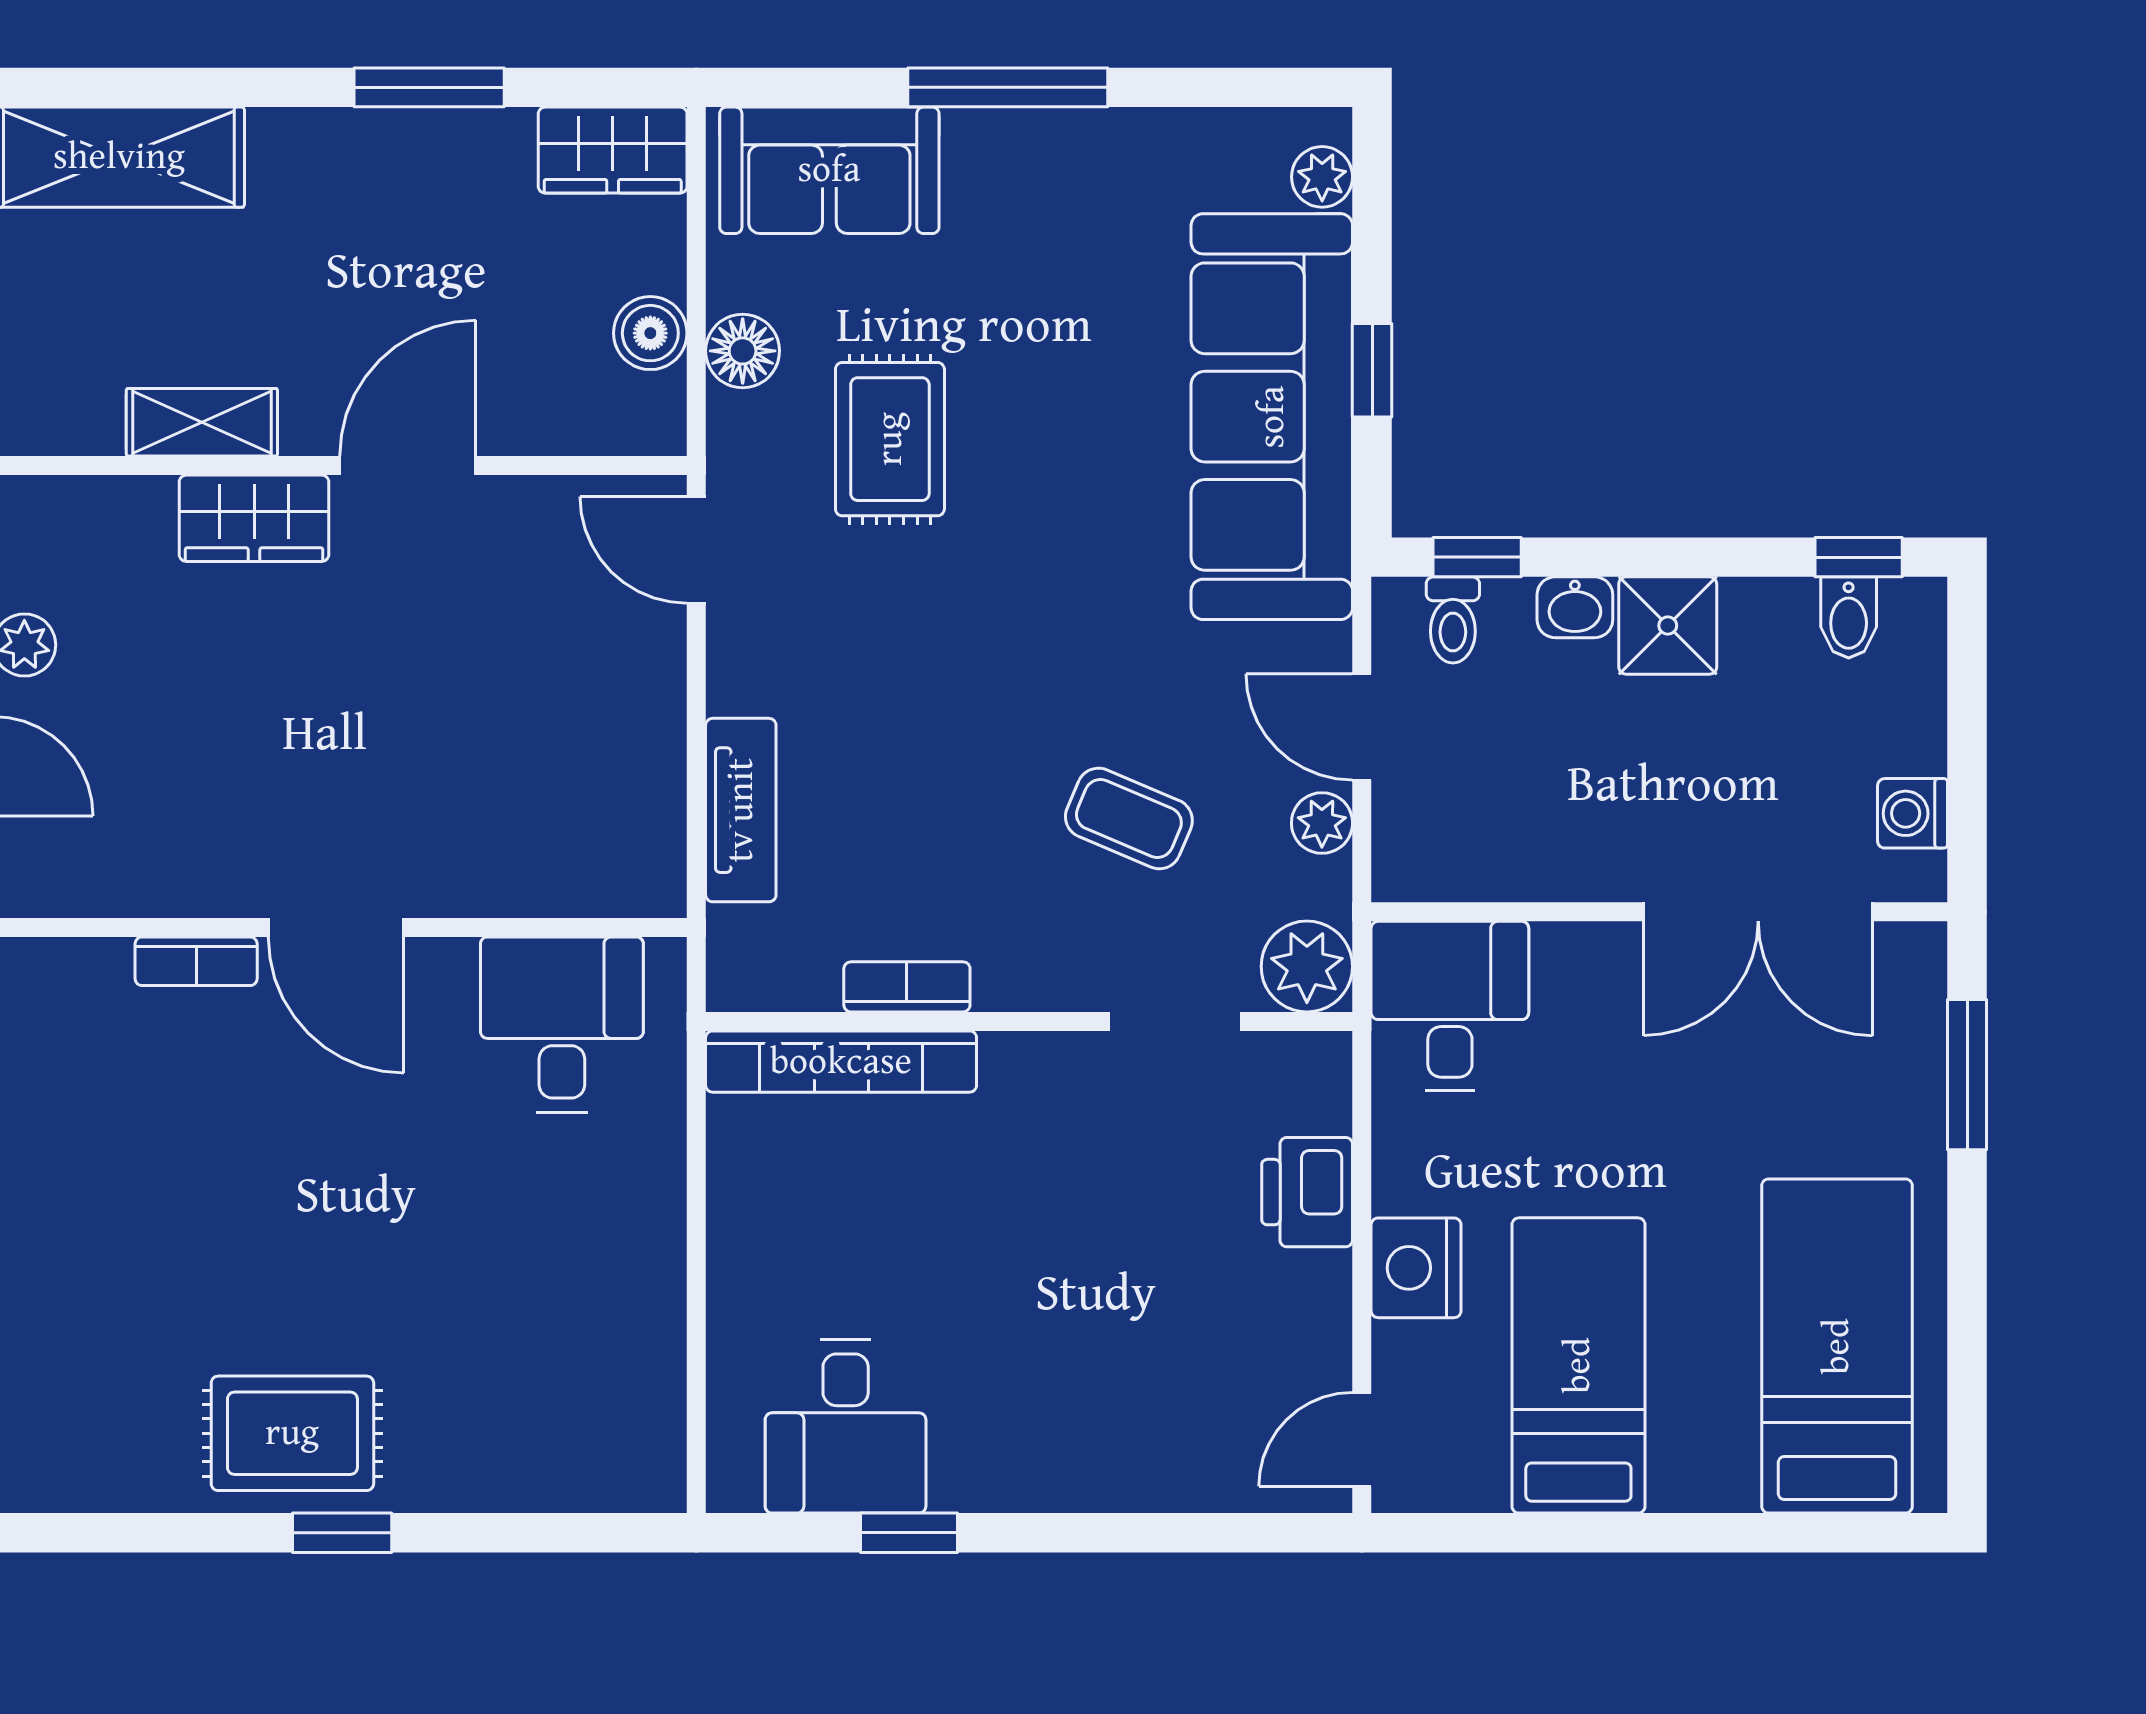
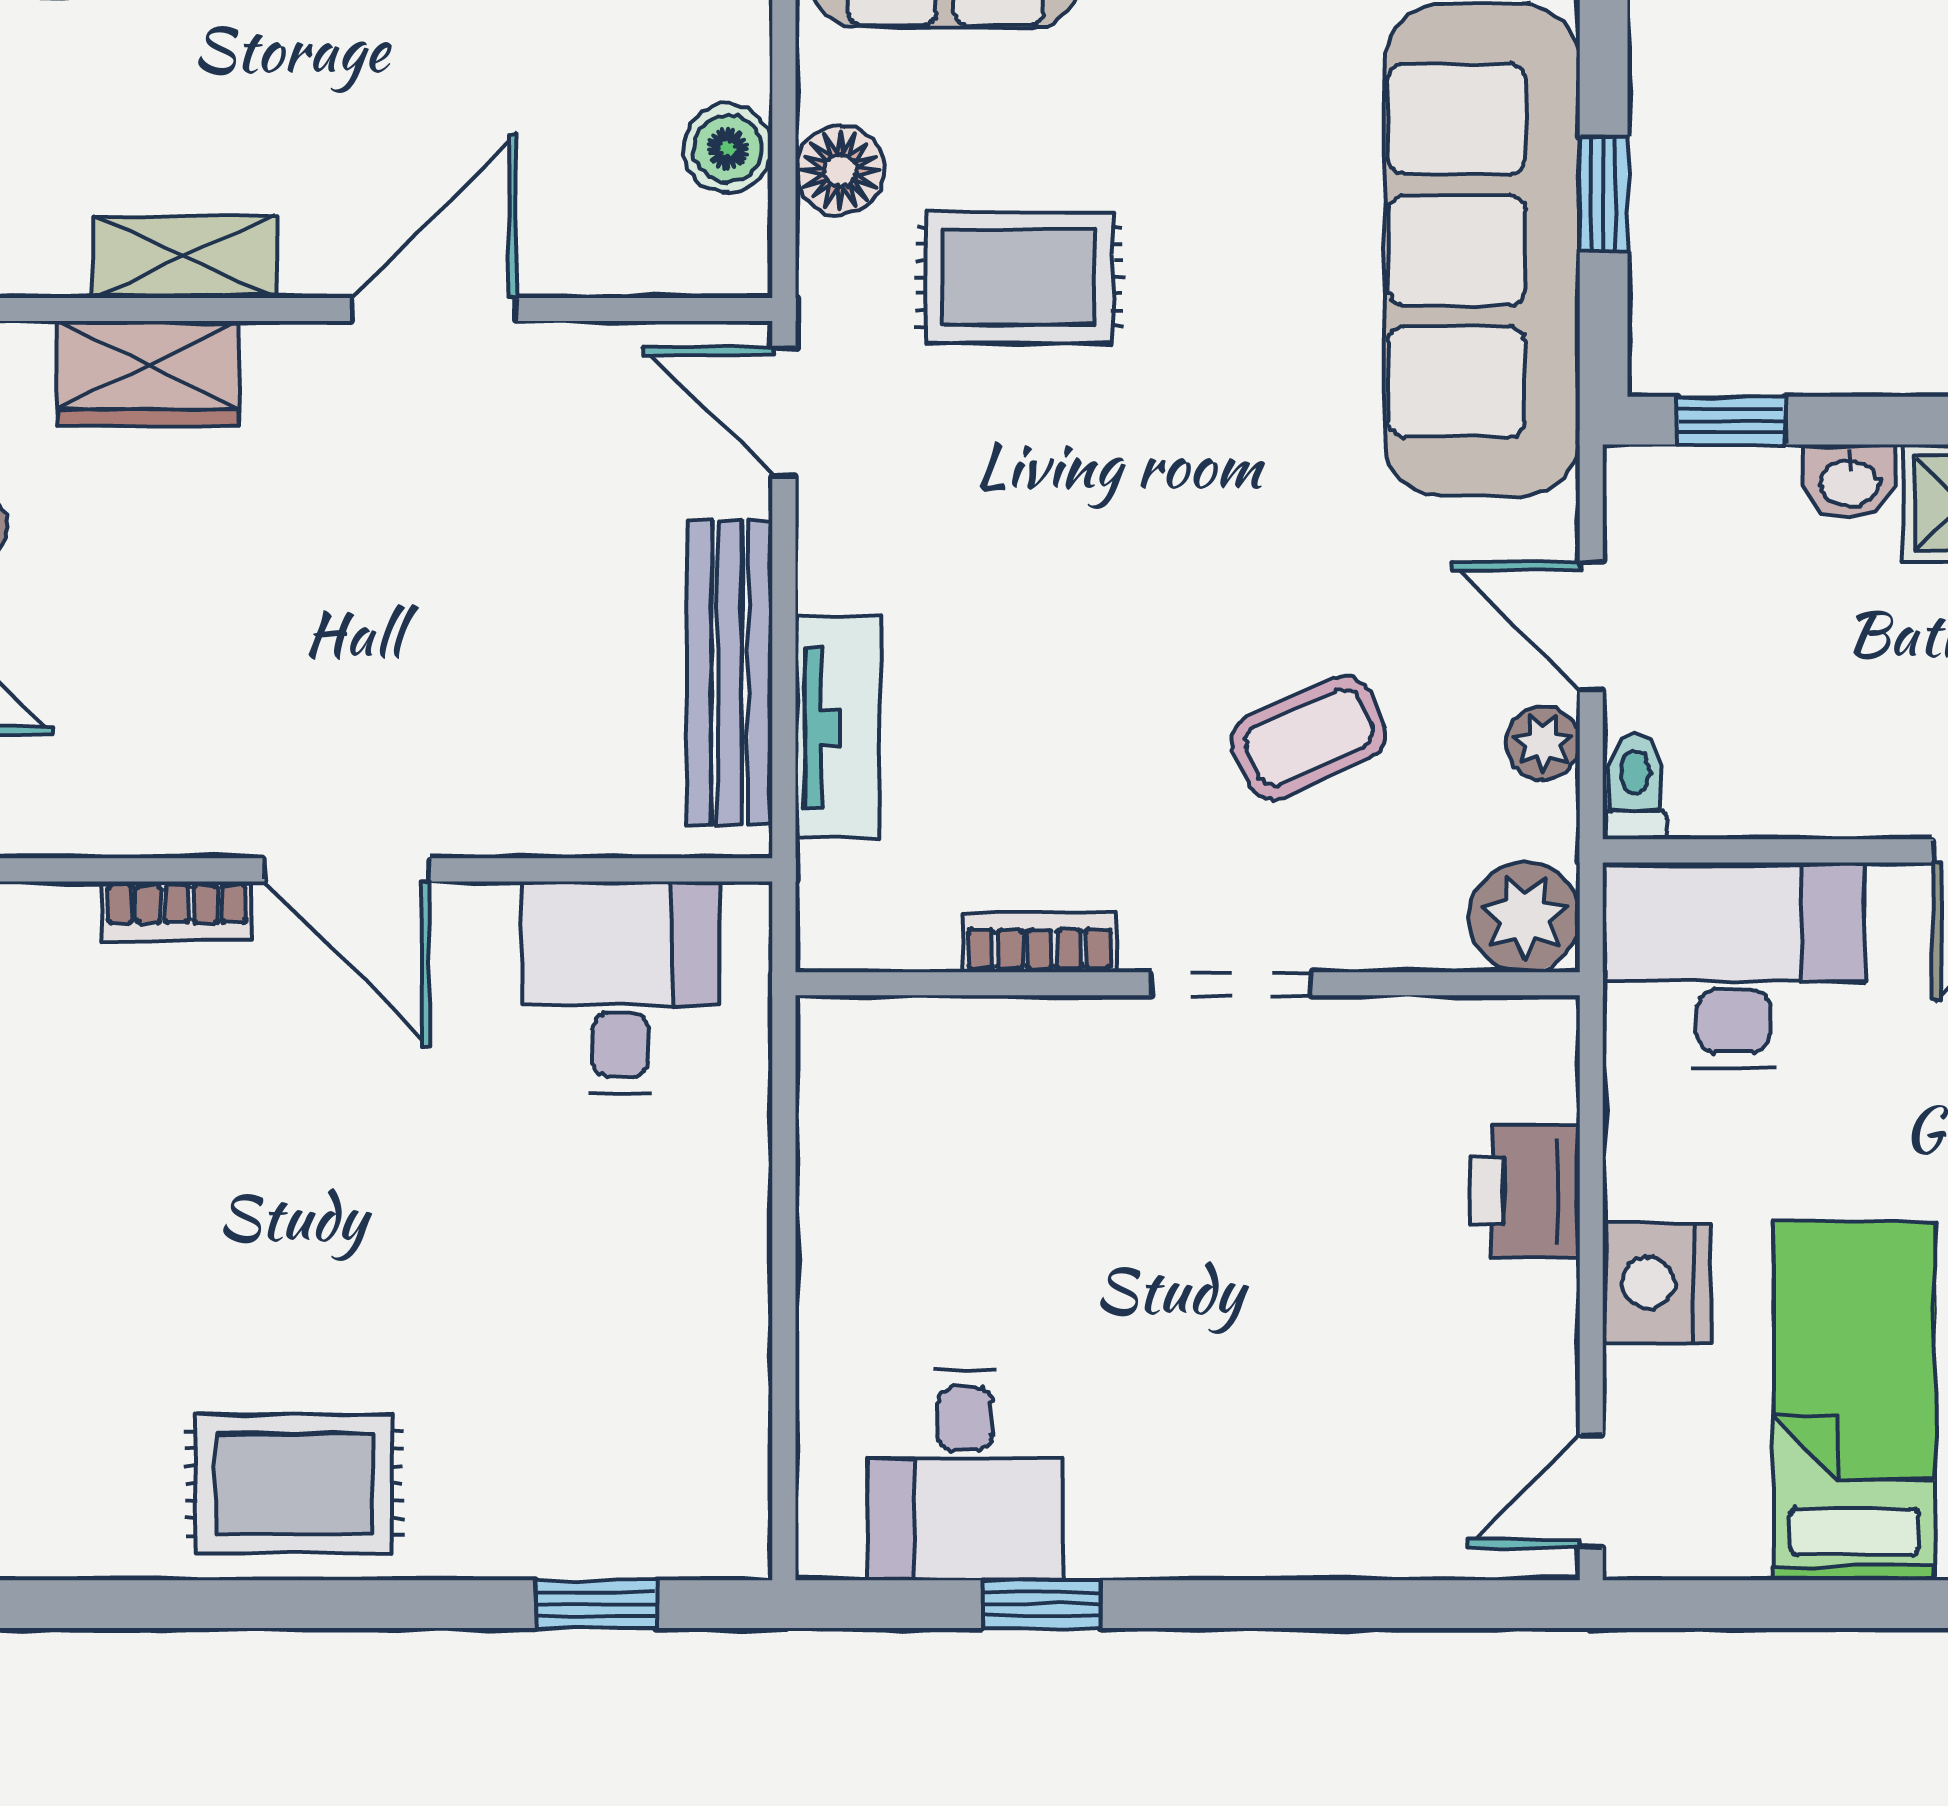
rug: (890, 439) -> (1019, 277), turned 90
wardrobe: (254, 518) -> (148, 373), moved
toilet: (1453, 620) -> (1635, 787), moved, turned 180
bench: (652, 765) -> (730, 672), added
coffee table: (1129, 818) -> (1309, 738), turned -47
desk: (1450, 1006) -> (1734, 965), width x1.37
doorway: (1175, 1021) -> (1231, 984), moved
bookcase: (841, 1062) -> (960, 1033), removed
window: (342, 1533) -> (596, 1604), moved

